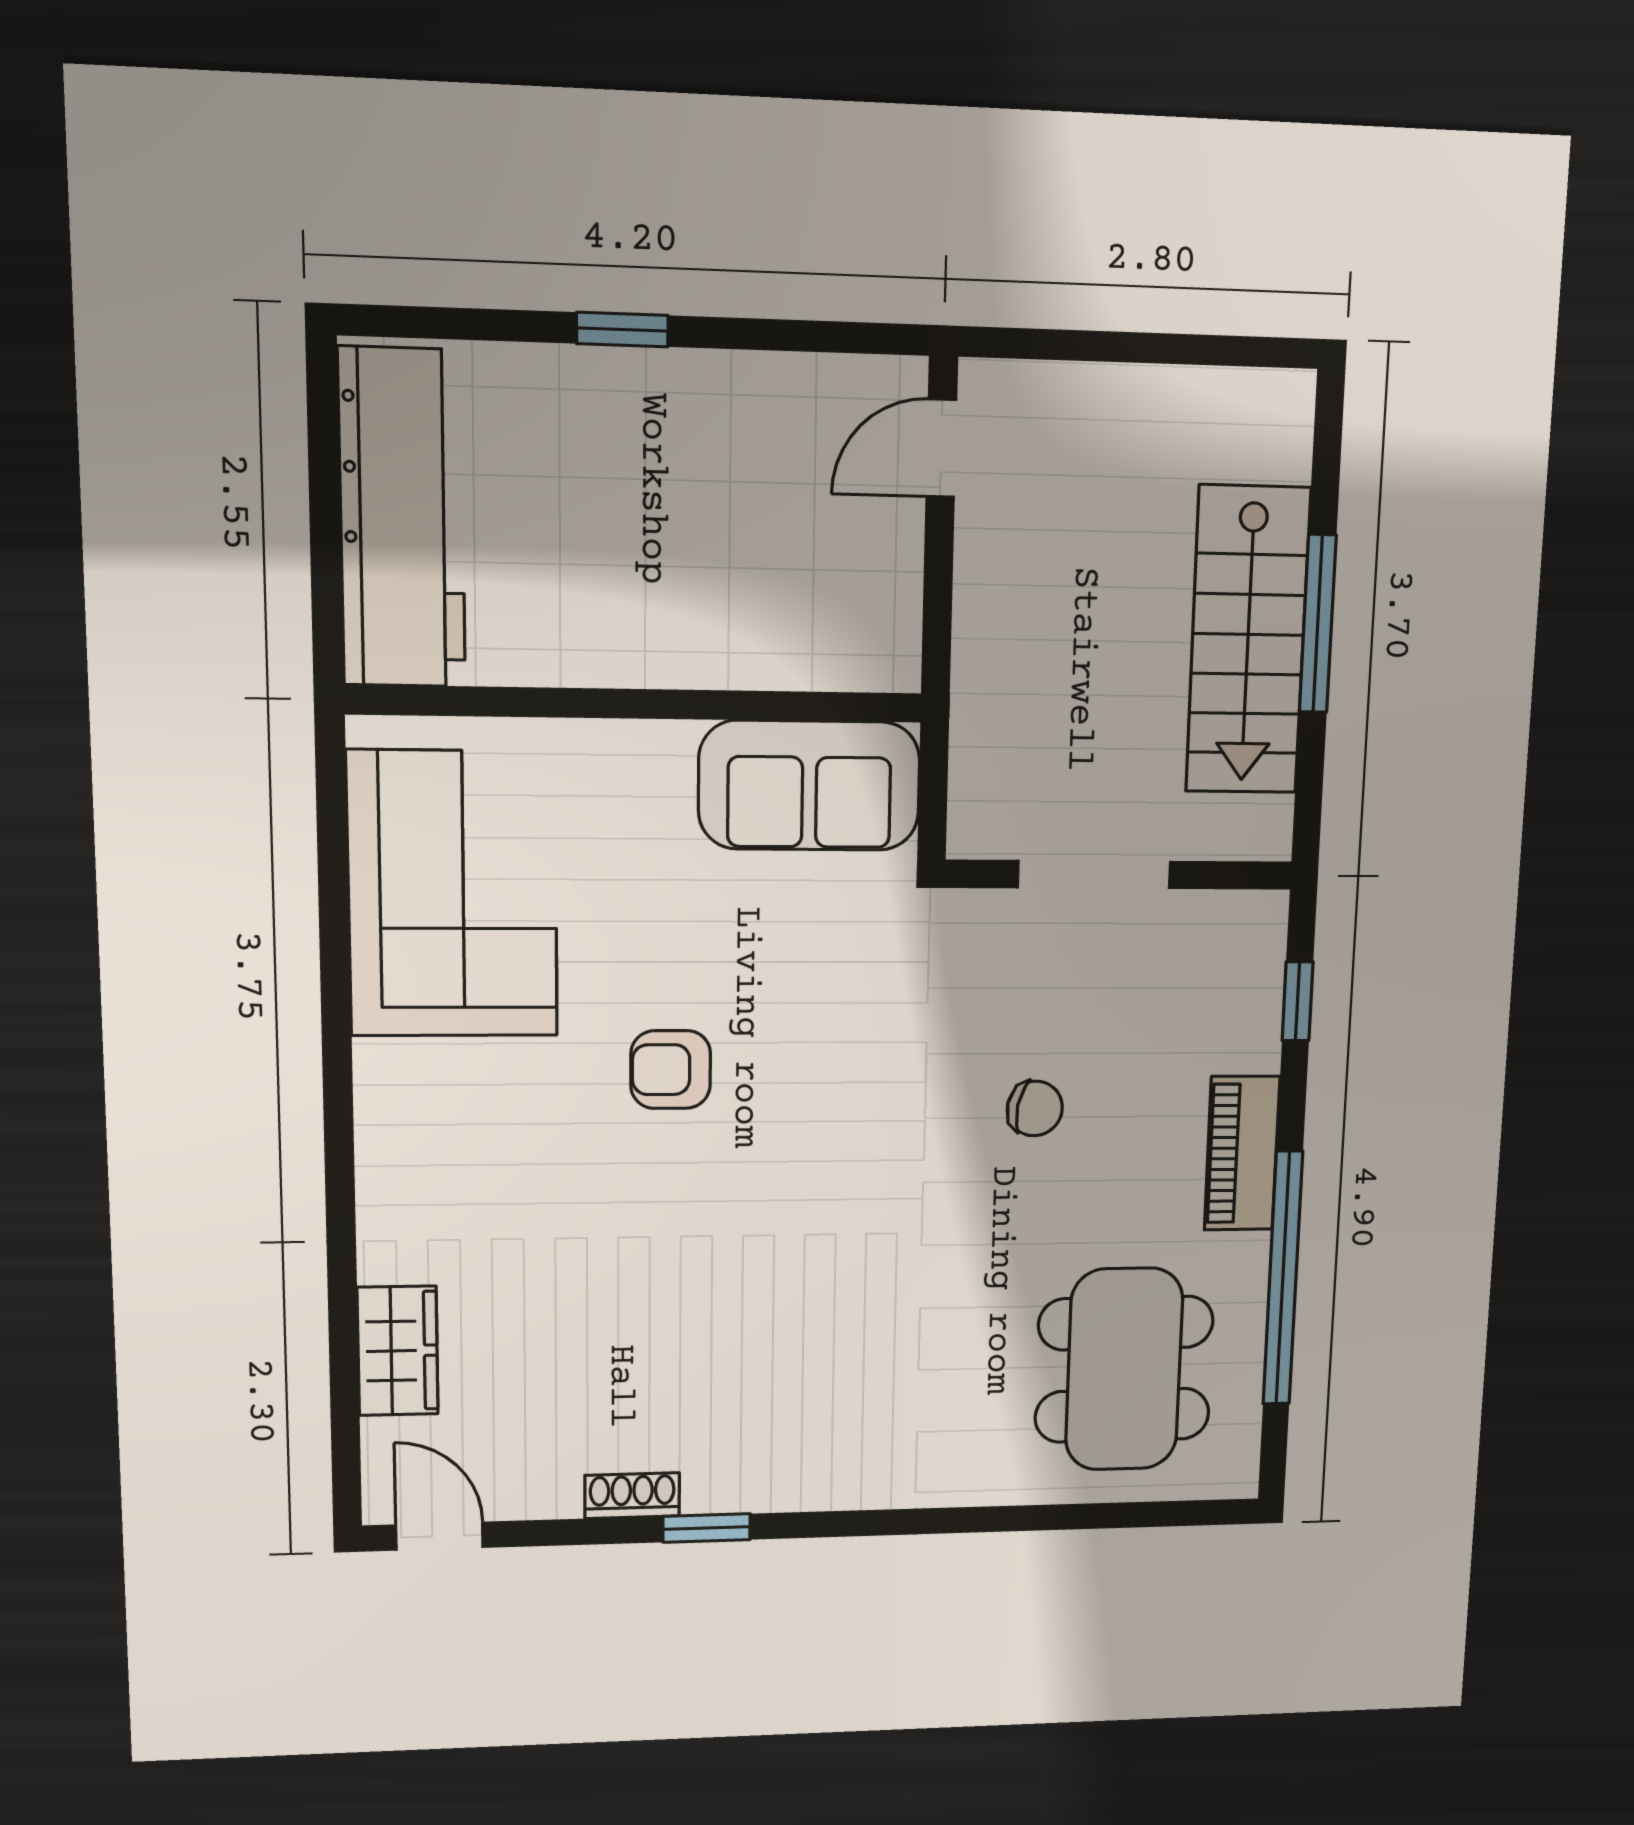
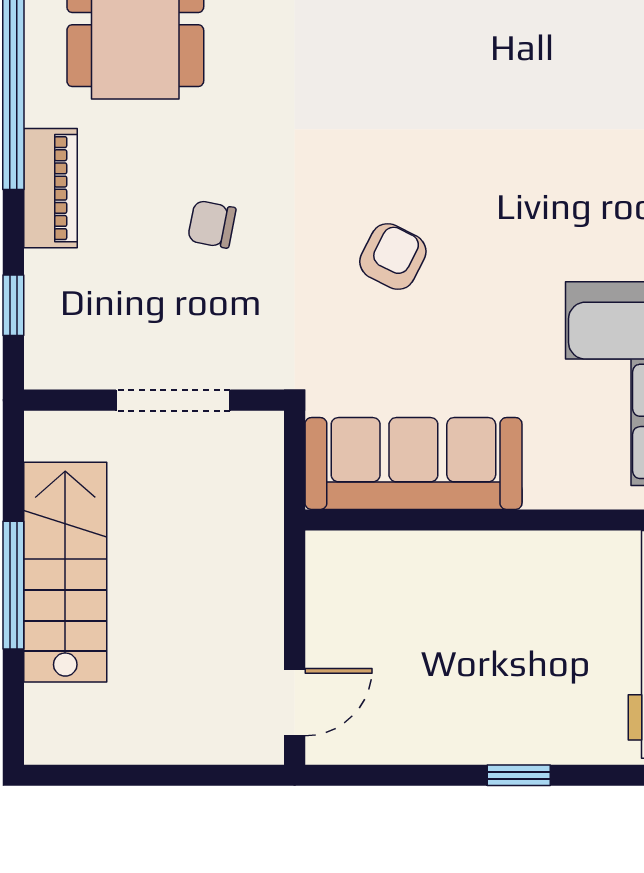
sofa: (809, 785) -> (413, 463), width x1.36
armchair: (671, 1070) -> (393, 256), moved, turned -63

